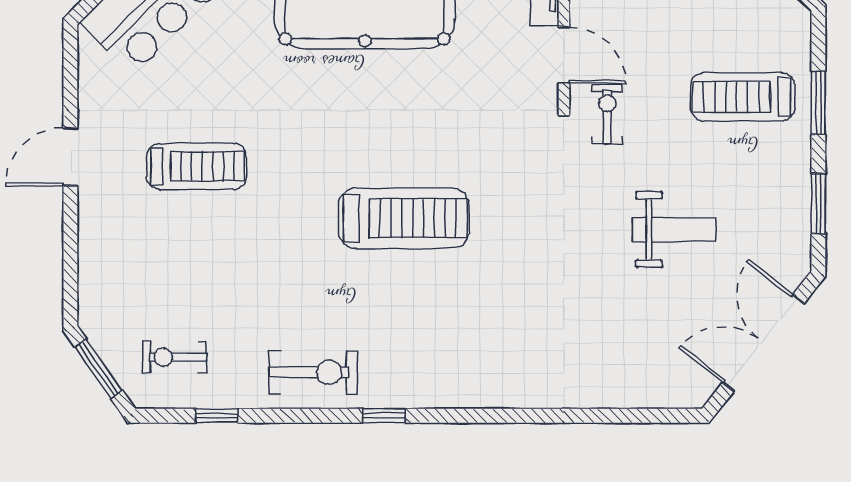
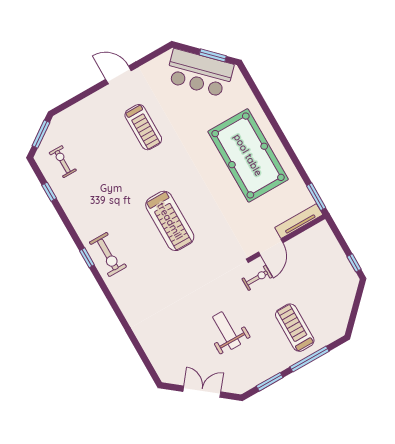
window: (818, 103) -> (310, 359), width x1.44
weight bench: (674, 229) -> (227, 331), turned 180
double door: (763, 343) -> (202, 392), width x0.73
exercise bike: (313, 372) -> (108, 254), moved

